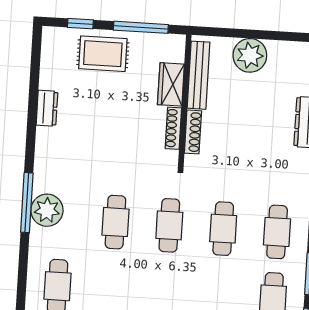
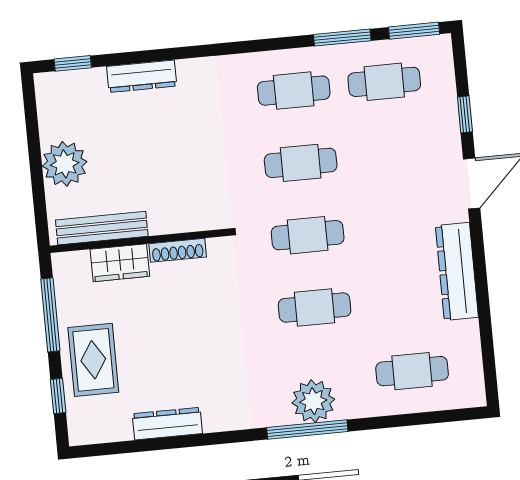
dresser: (47, 108) -> (167, 424), width x1.44
shoe rack: (193, 132) -> (178, 223), removed

